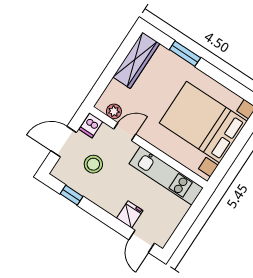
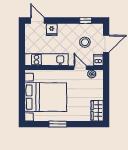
window: (185, 54) -> (58, 124), moved
wardrobe: (136, 60) -> (97, 111), width x0.67
door: (125, 132) -> (80, 68), swing flipped

